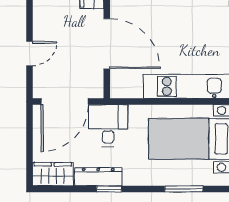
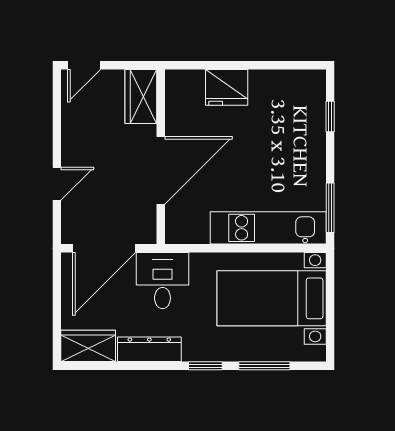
door: (107, 44) -> (161, 170), hinge flipped
window: (109, 189) -> (205, 366), moved

